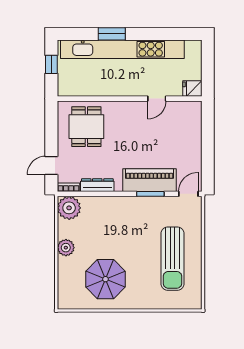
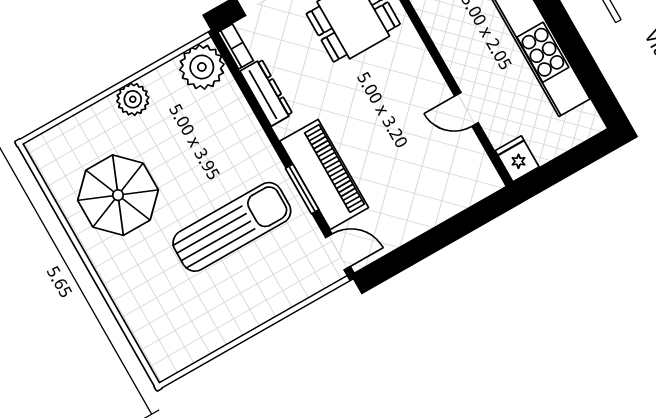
sun lounger: (172, 259) -> (232, 227), moved, turned 180

